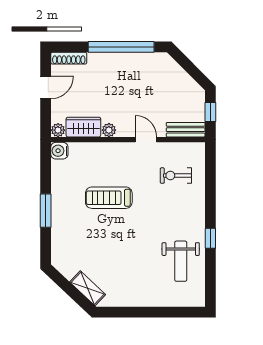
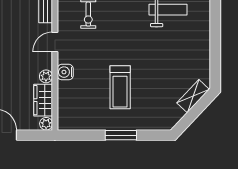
water cooler: (59, 151) -> (65, 72), moved, turned 90
treadmill: (109, 198) -> (120, 87), moved

